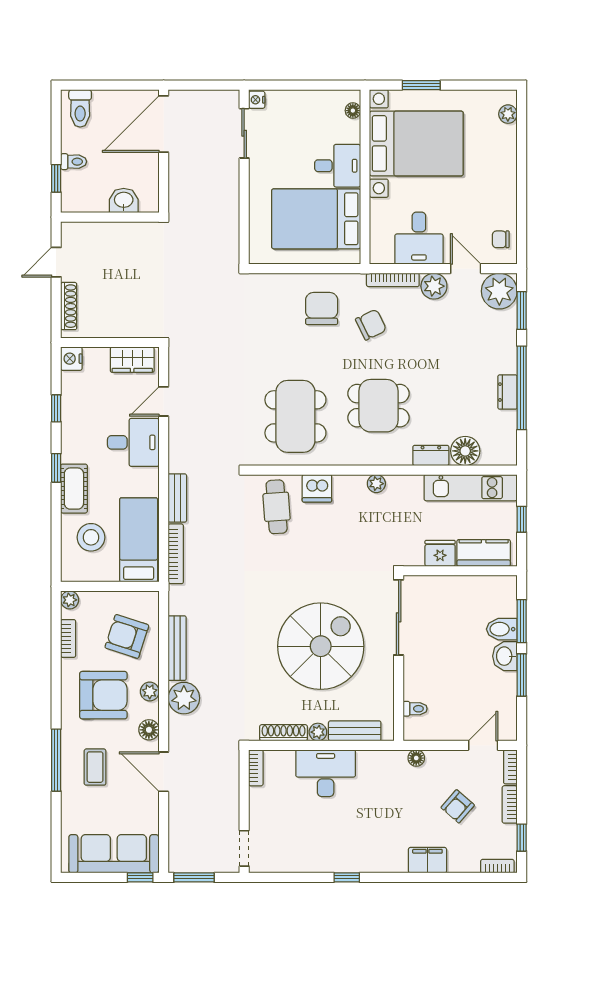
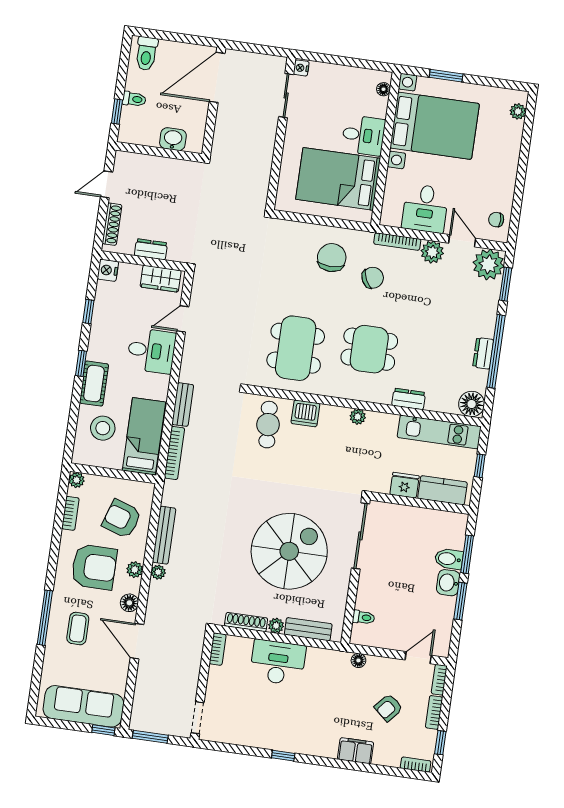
dresser: (117, 328) -> (151, 249), added
floor lamp: (465, 451) -> (472, 404), moved
plant: (184, 698) -> (158, 572), width x0.53, depth x0.53

